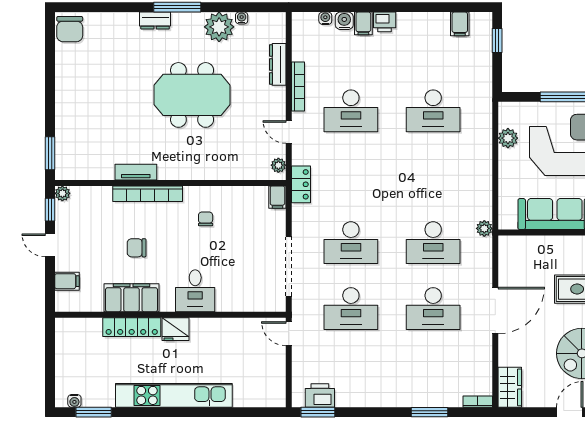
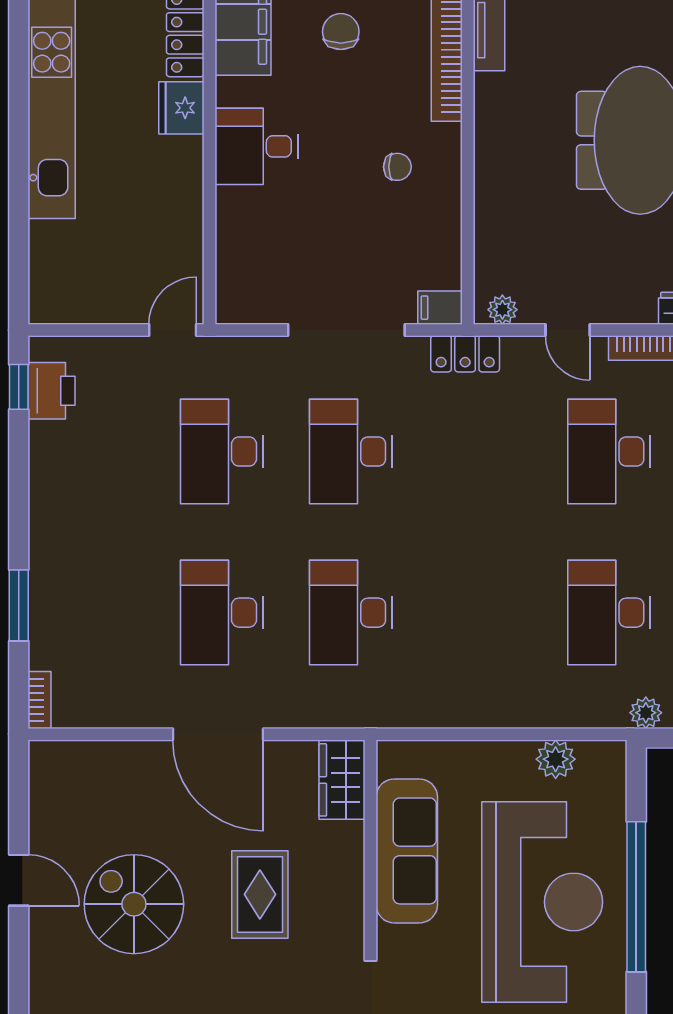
door: (289, 132) -> (568, 330), swing flipped
plant: (484, 228) -> (646, 713), moved
doorway: (289, 267) -> (346, 330), moved
wardrobe: (510, 387) -> (342, 780), moved, turned 90
window: (318, 412) -> (19, 387), width x0.67

